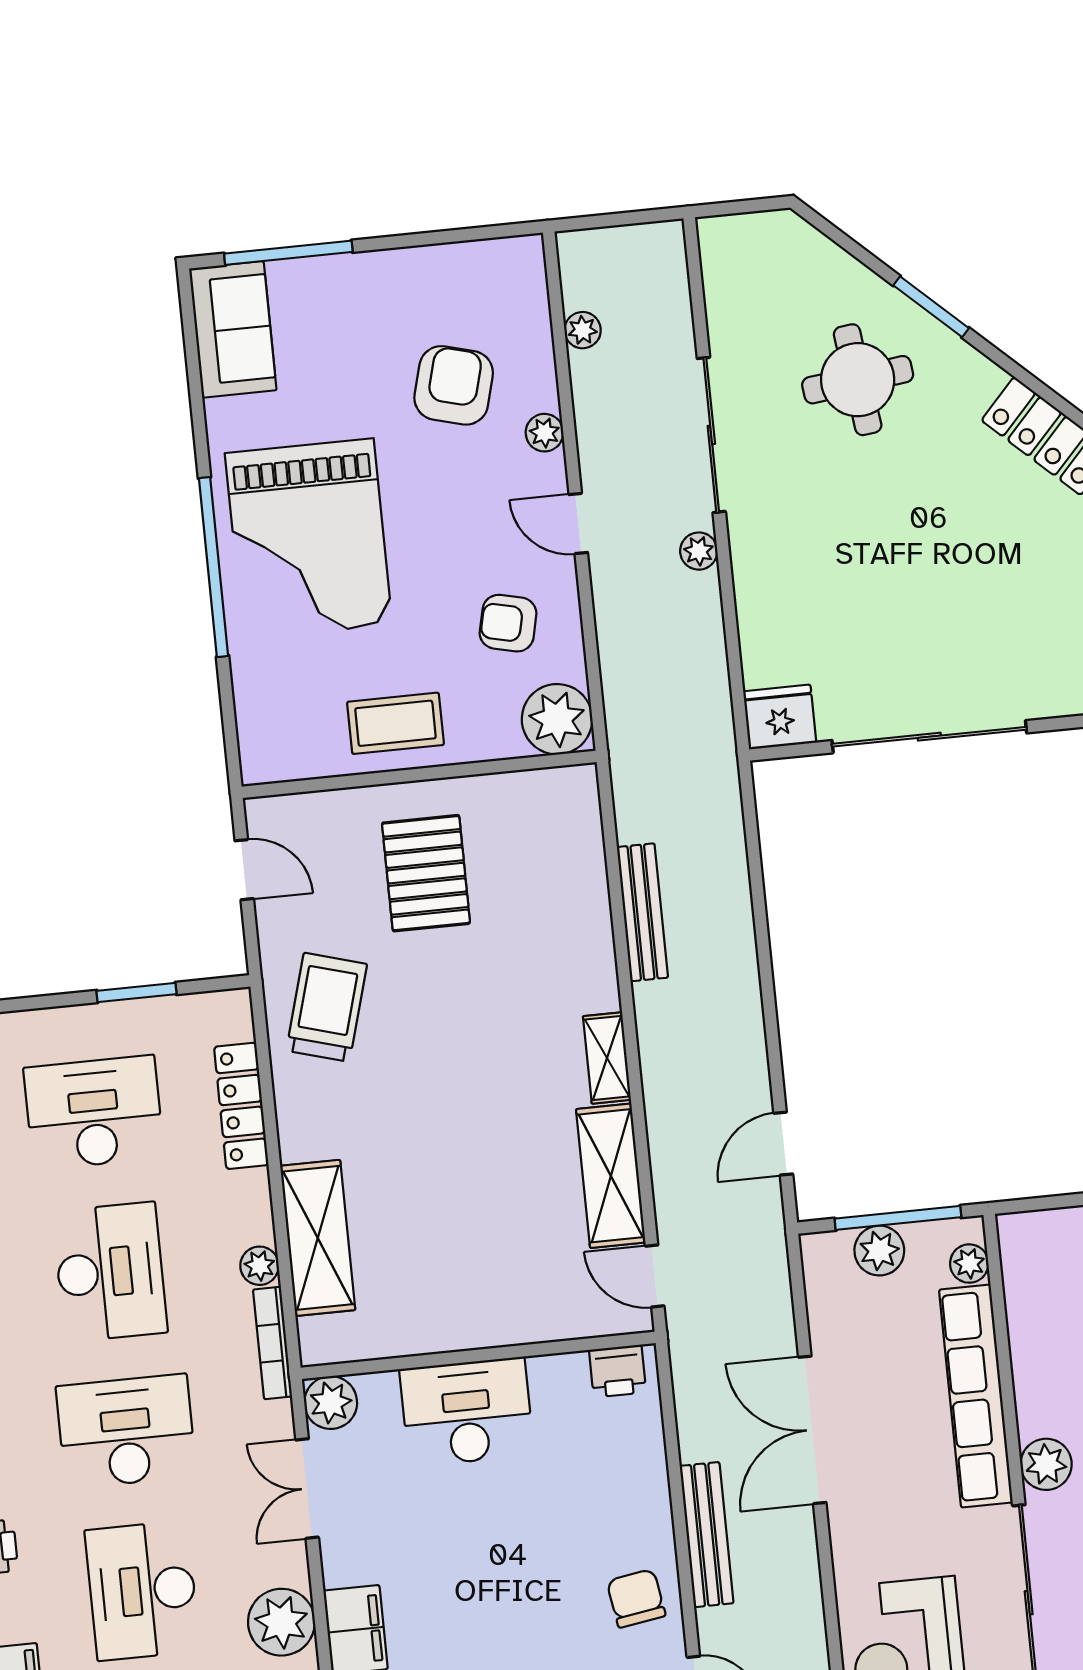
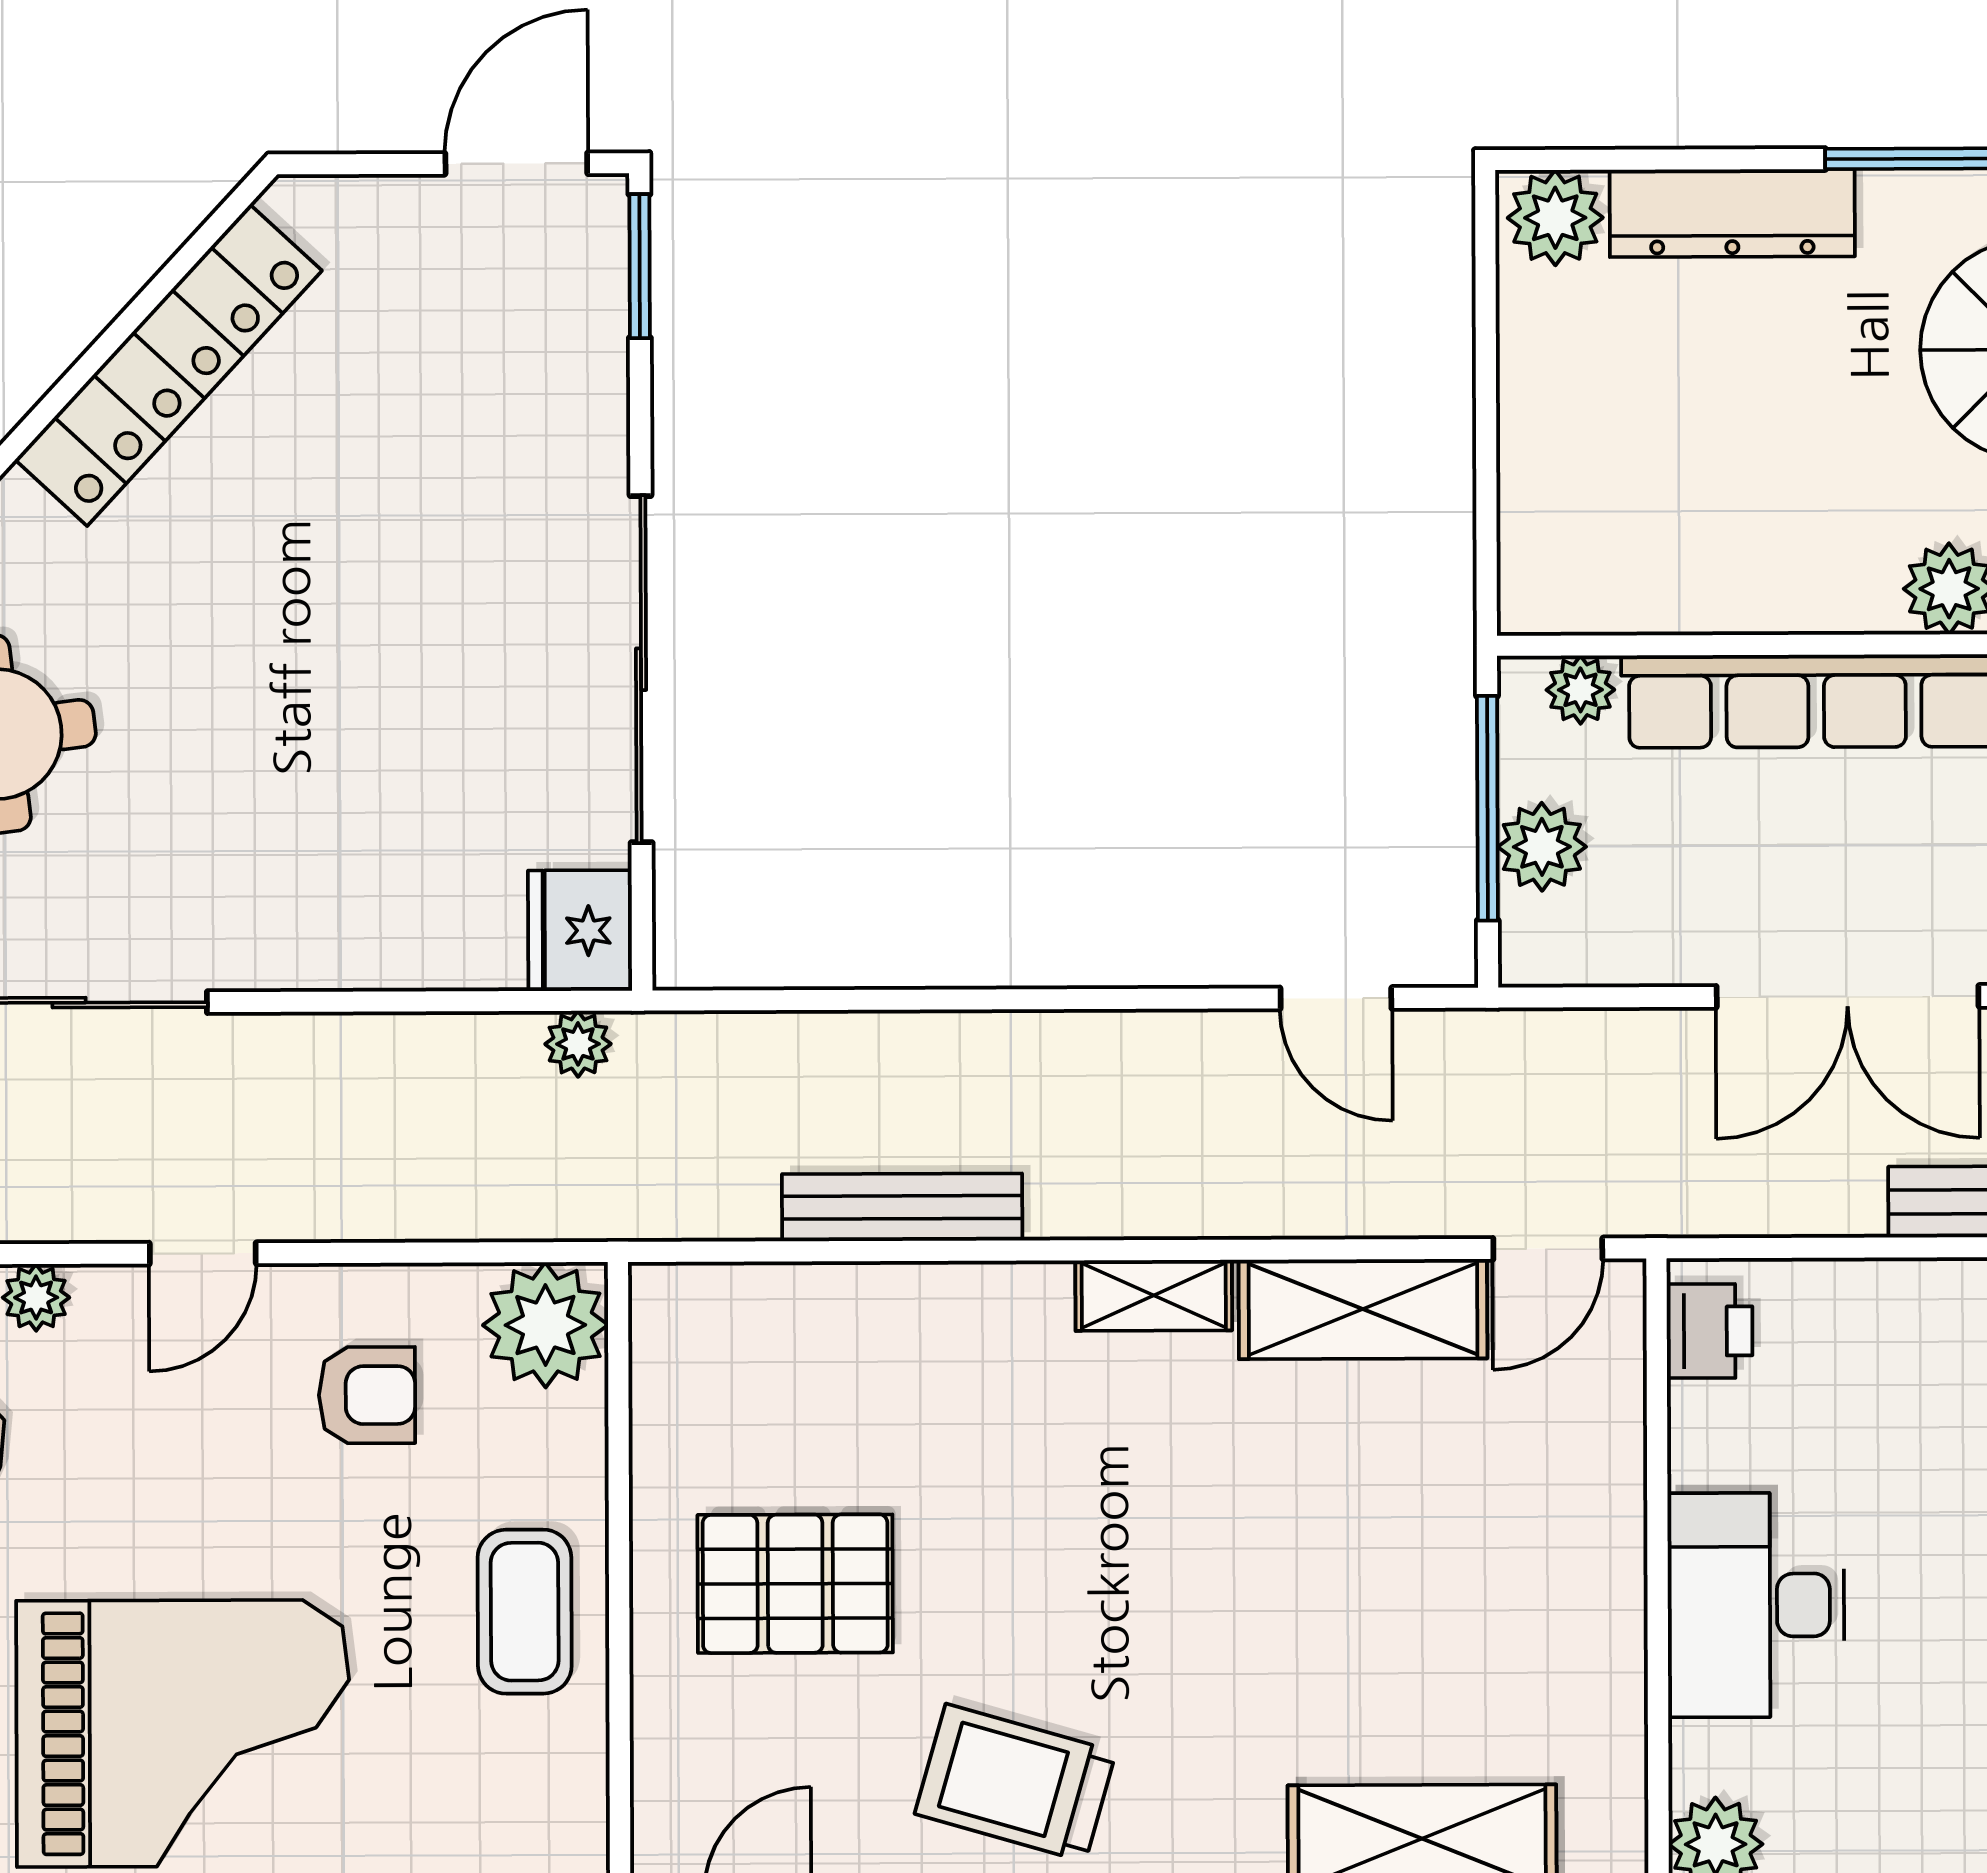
plant: (699, 551) -> (578, 1044), moved
armchair: (508, 623) -> (367, 1395), turned -103

